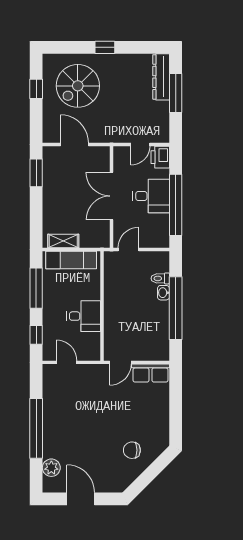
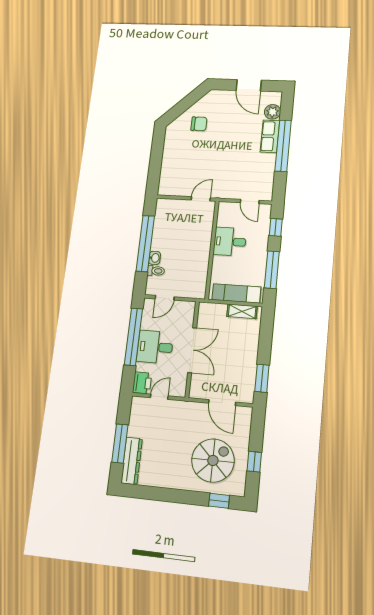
window: (105, 47) -> (219, 501), moved
door: (128, 250) -> (165, 298), moved
row of seats: (150, 373) -> (270, 136), moved, turned -90

